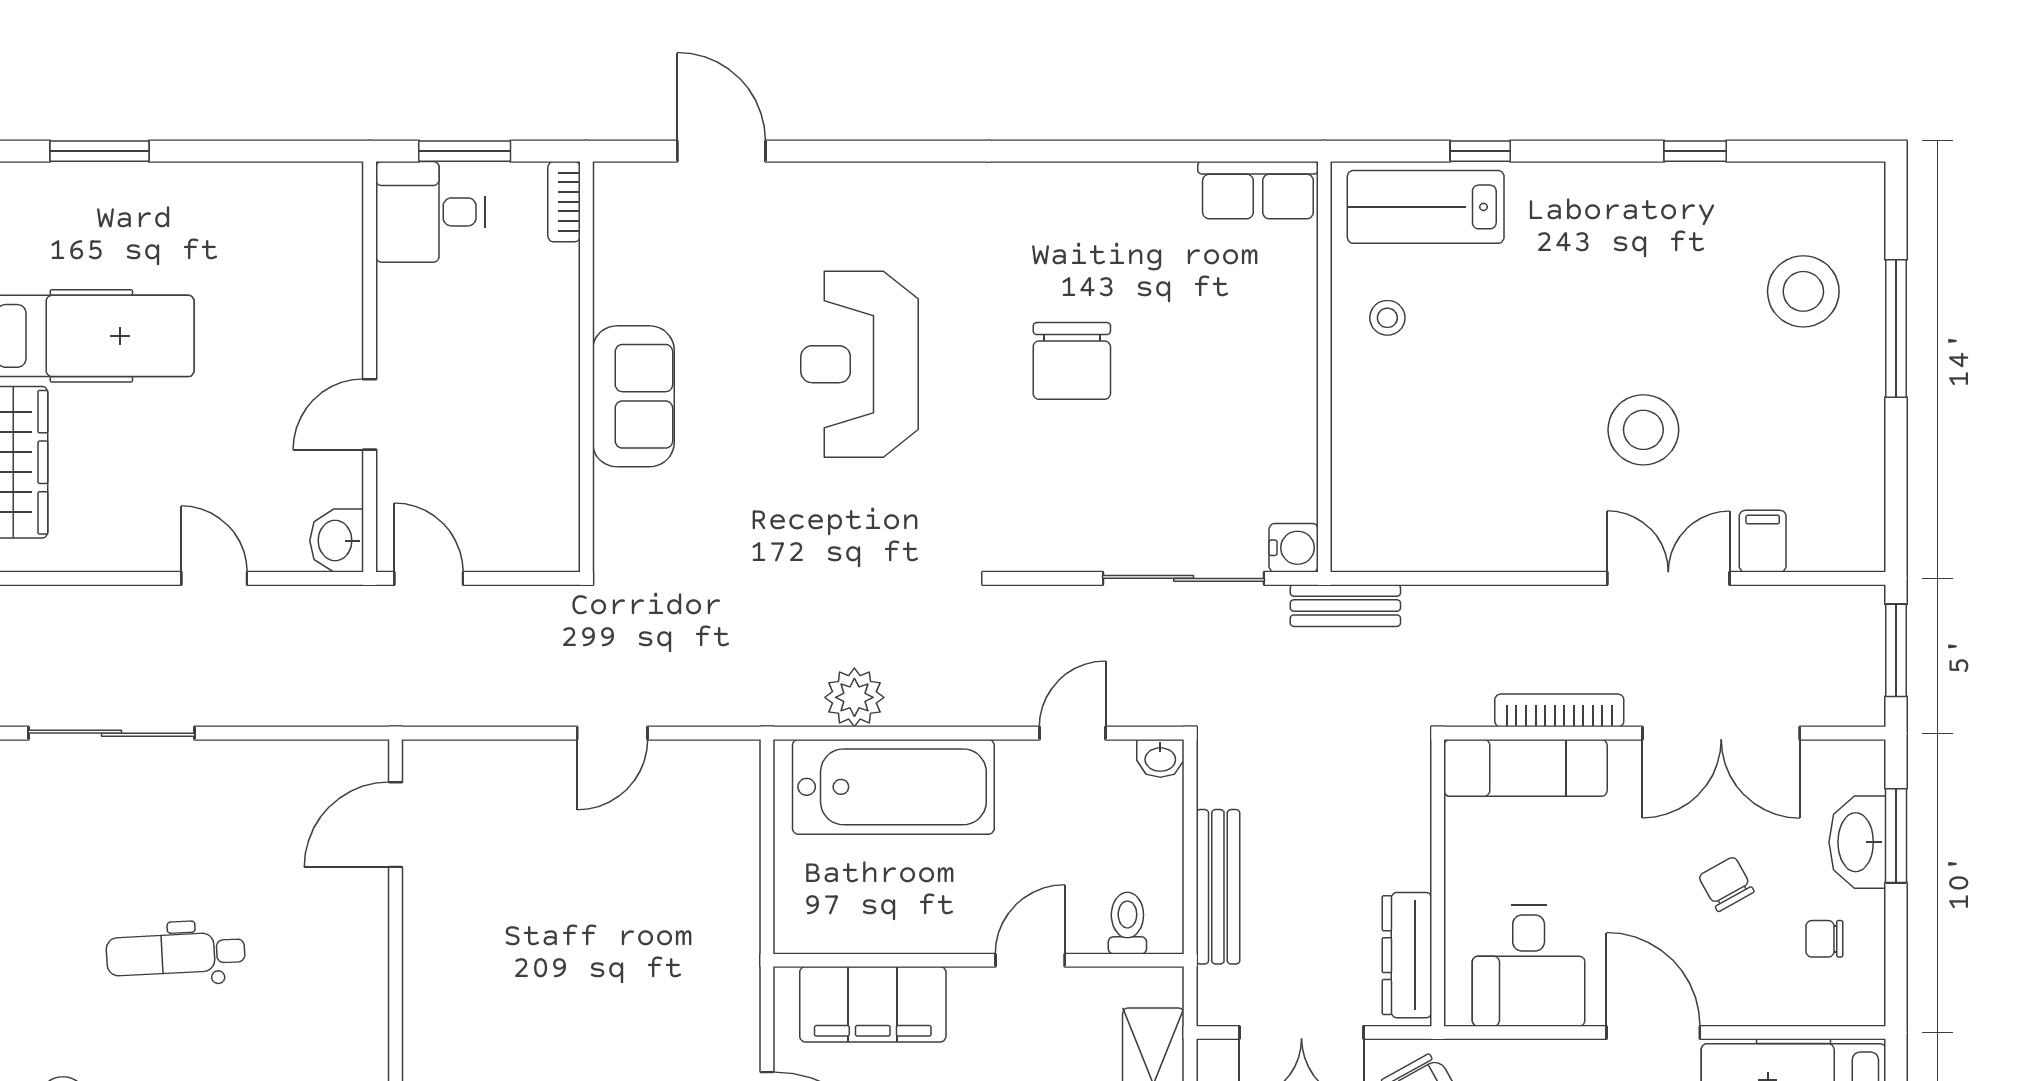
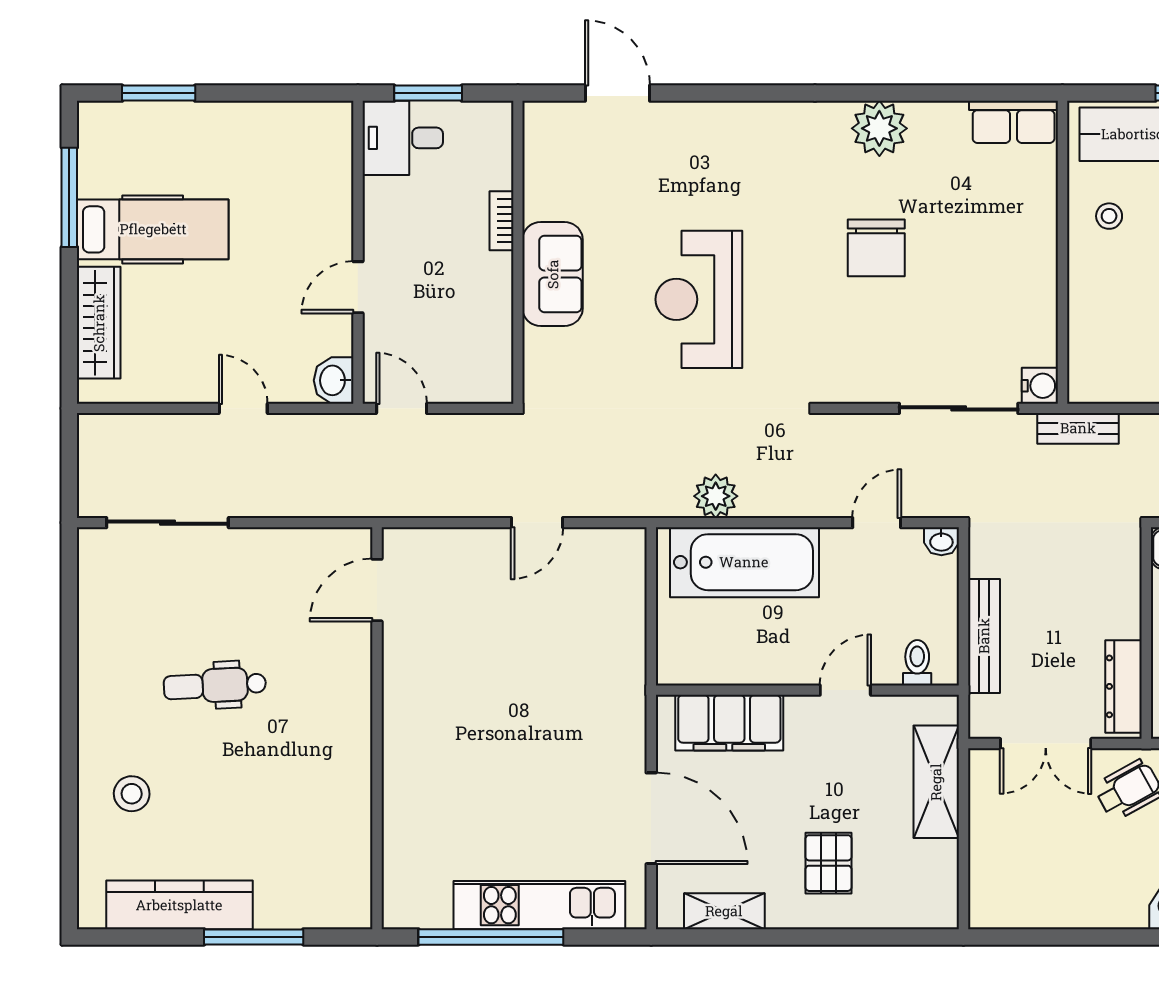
plant: (1076, 199) -> (879, 128), added
bookcase: (564, 202) -> (501, 221), moved
reception desk: (860, 364) -> (699, 299), moved

